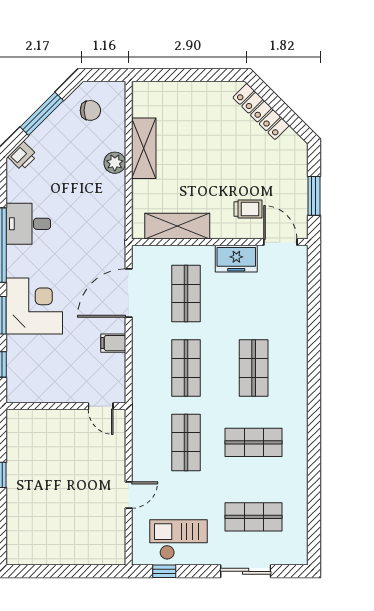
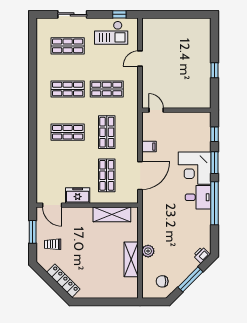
trolley: (248, 209) -> (53, 244), moved
desk: (28, 224) -> (198, 197), moved
shop shelf: (254, 368) -> (68, 132), turned 90
shop shelf: (186, 442) -> (107, 89), turned 90

